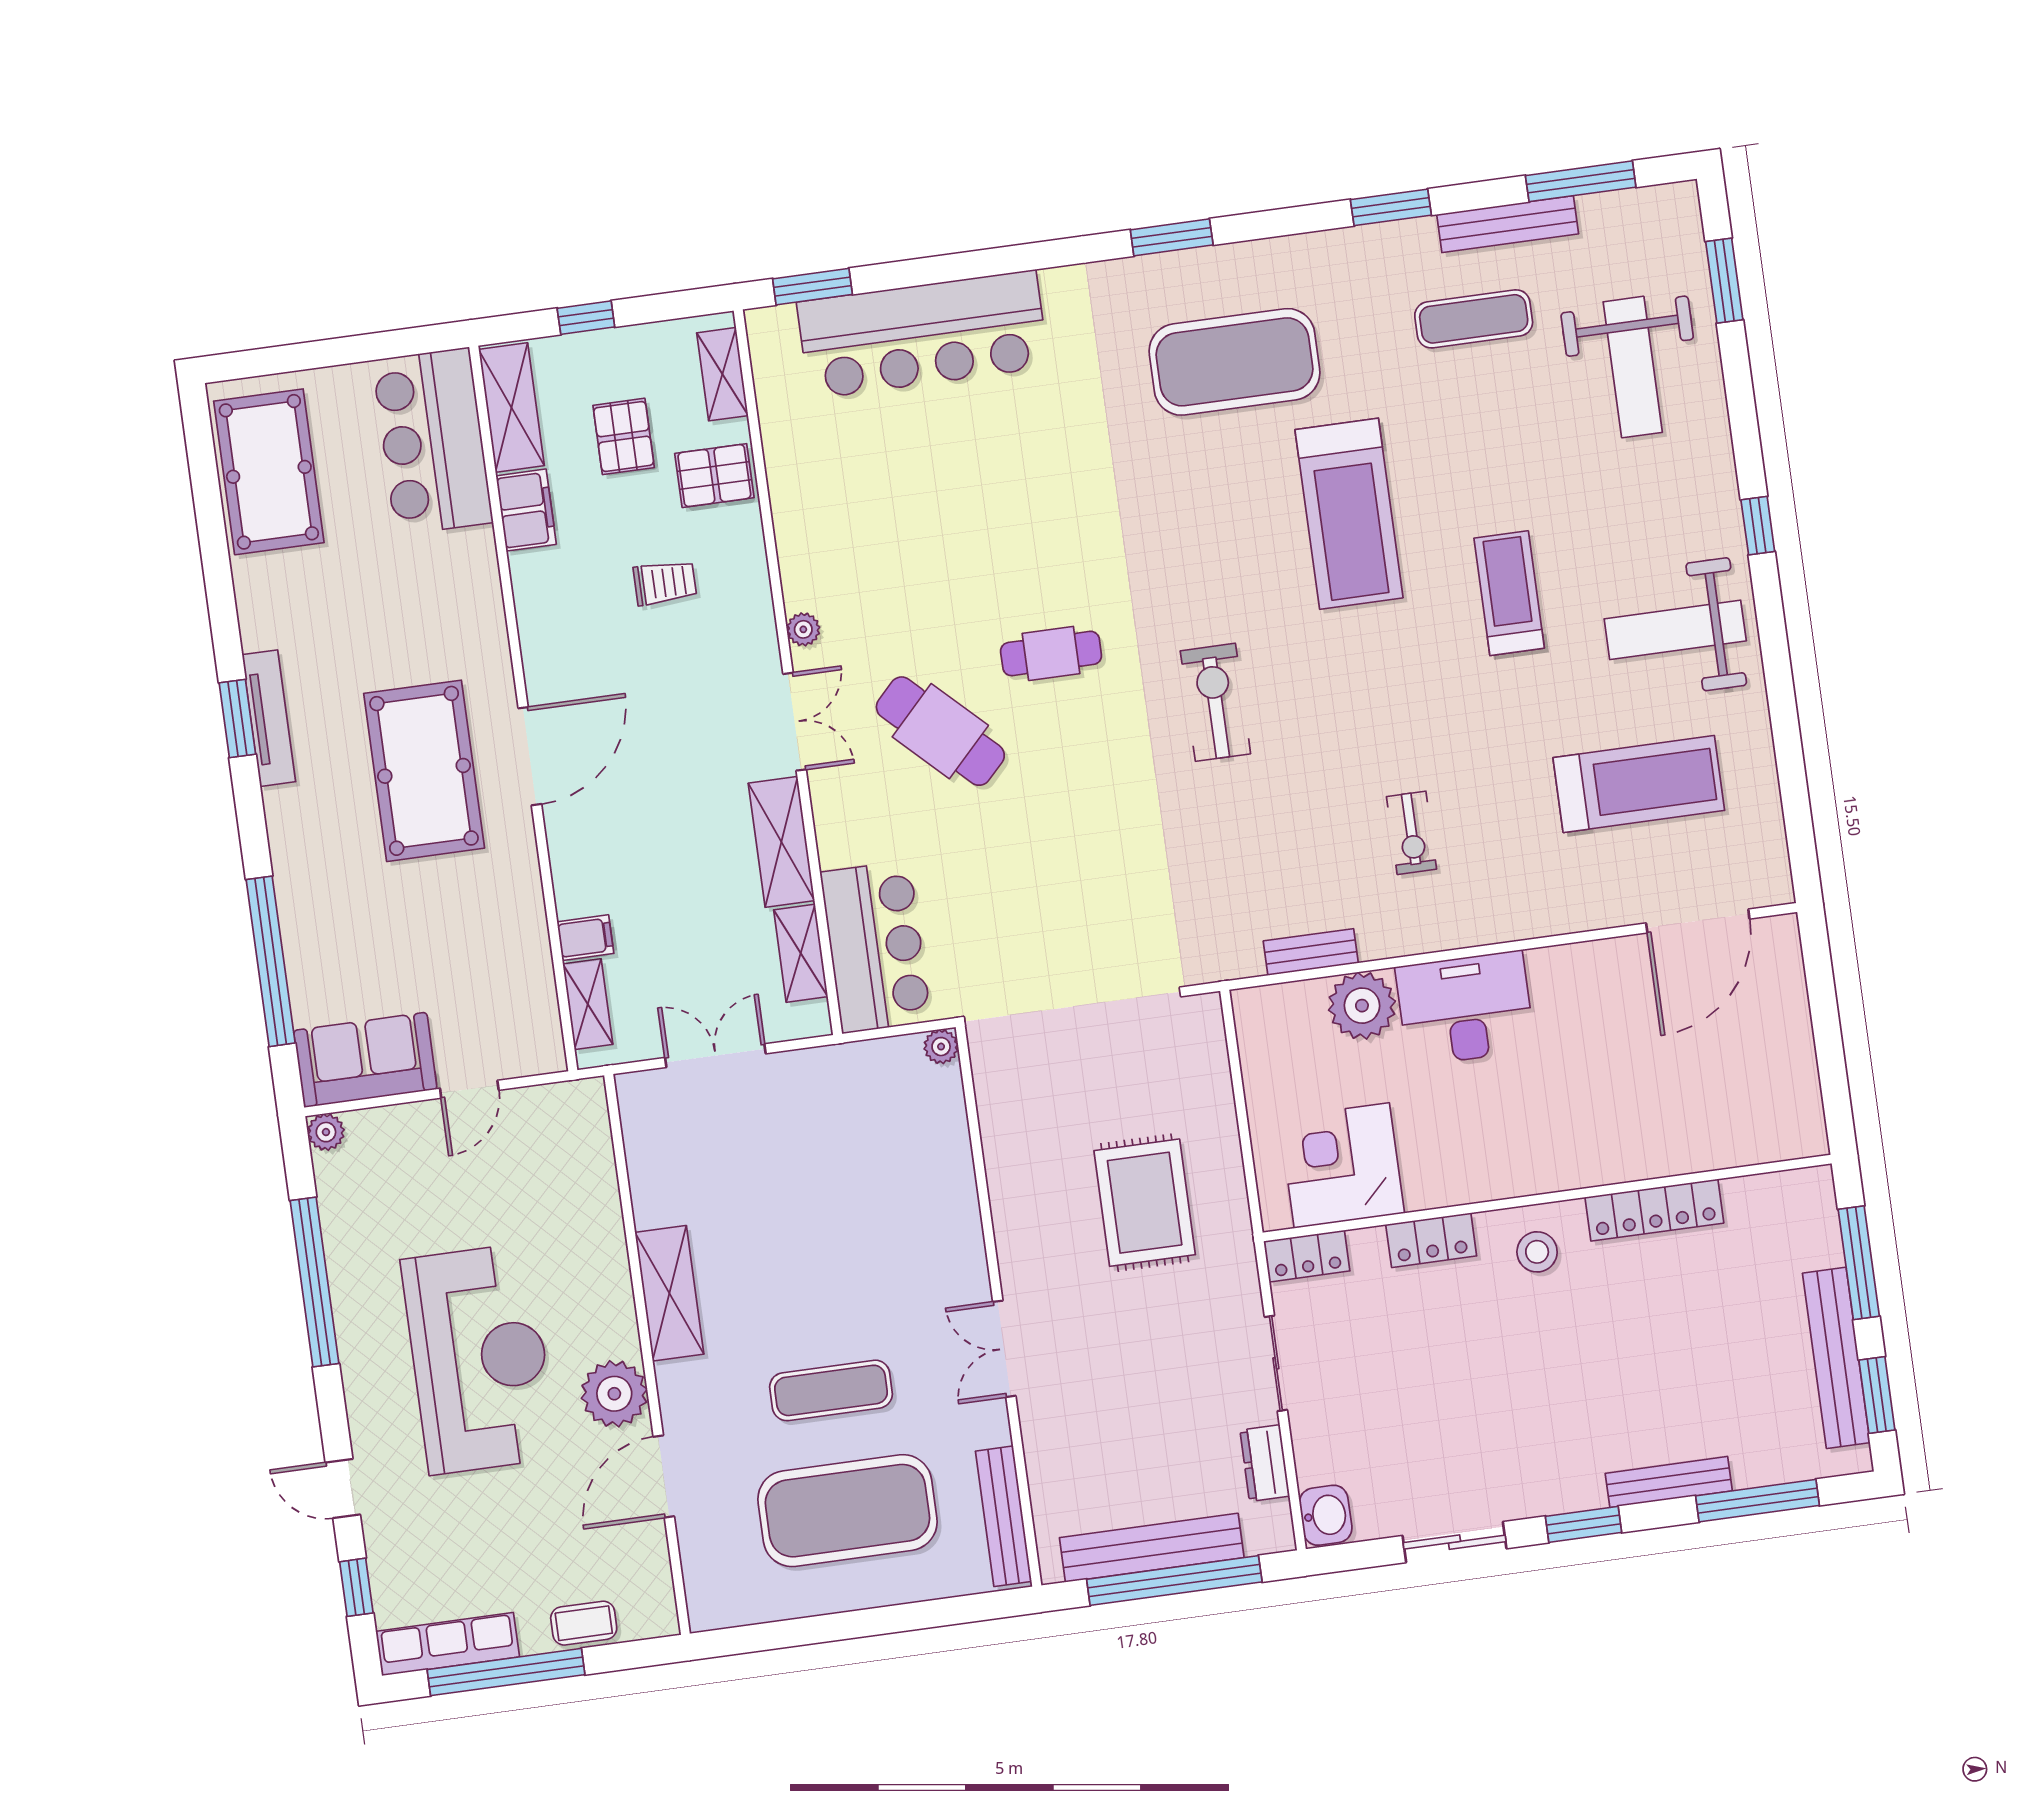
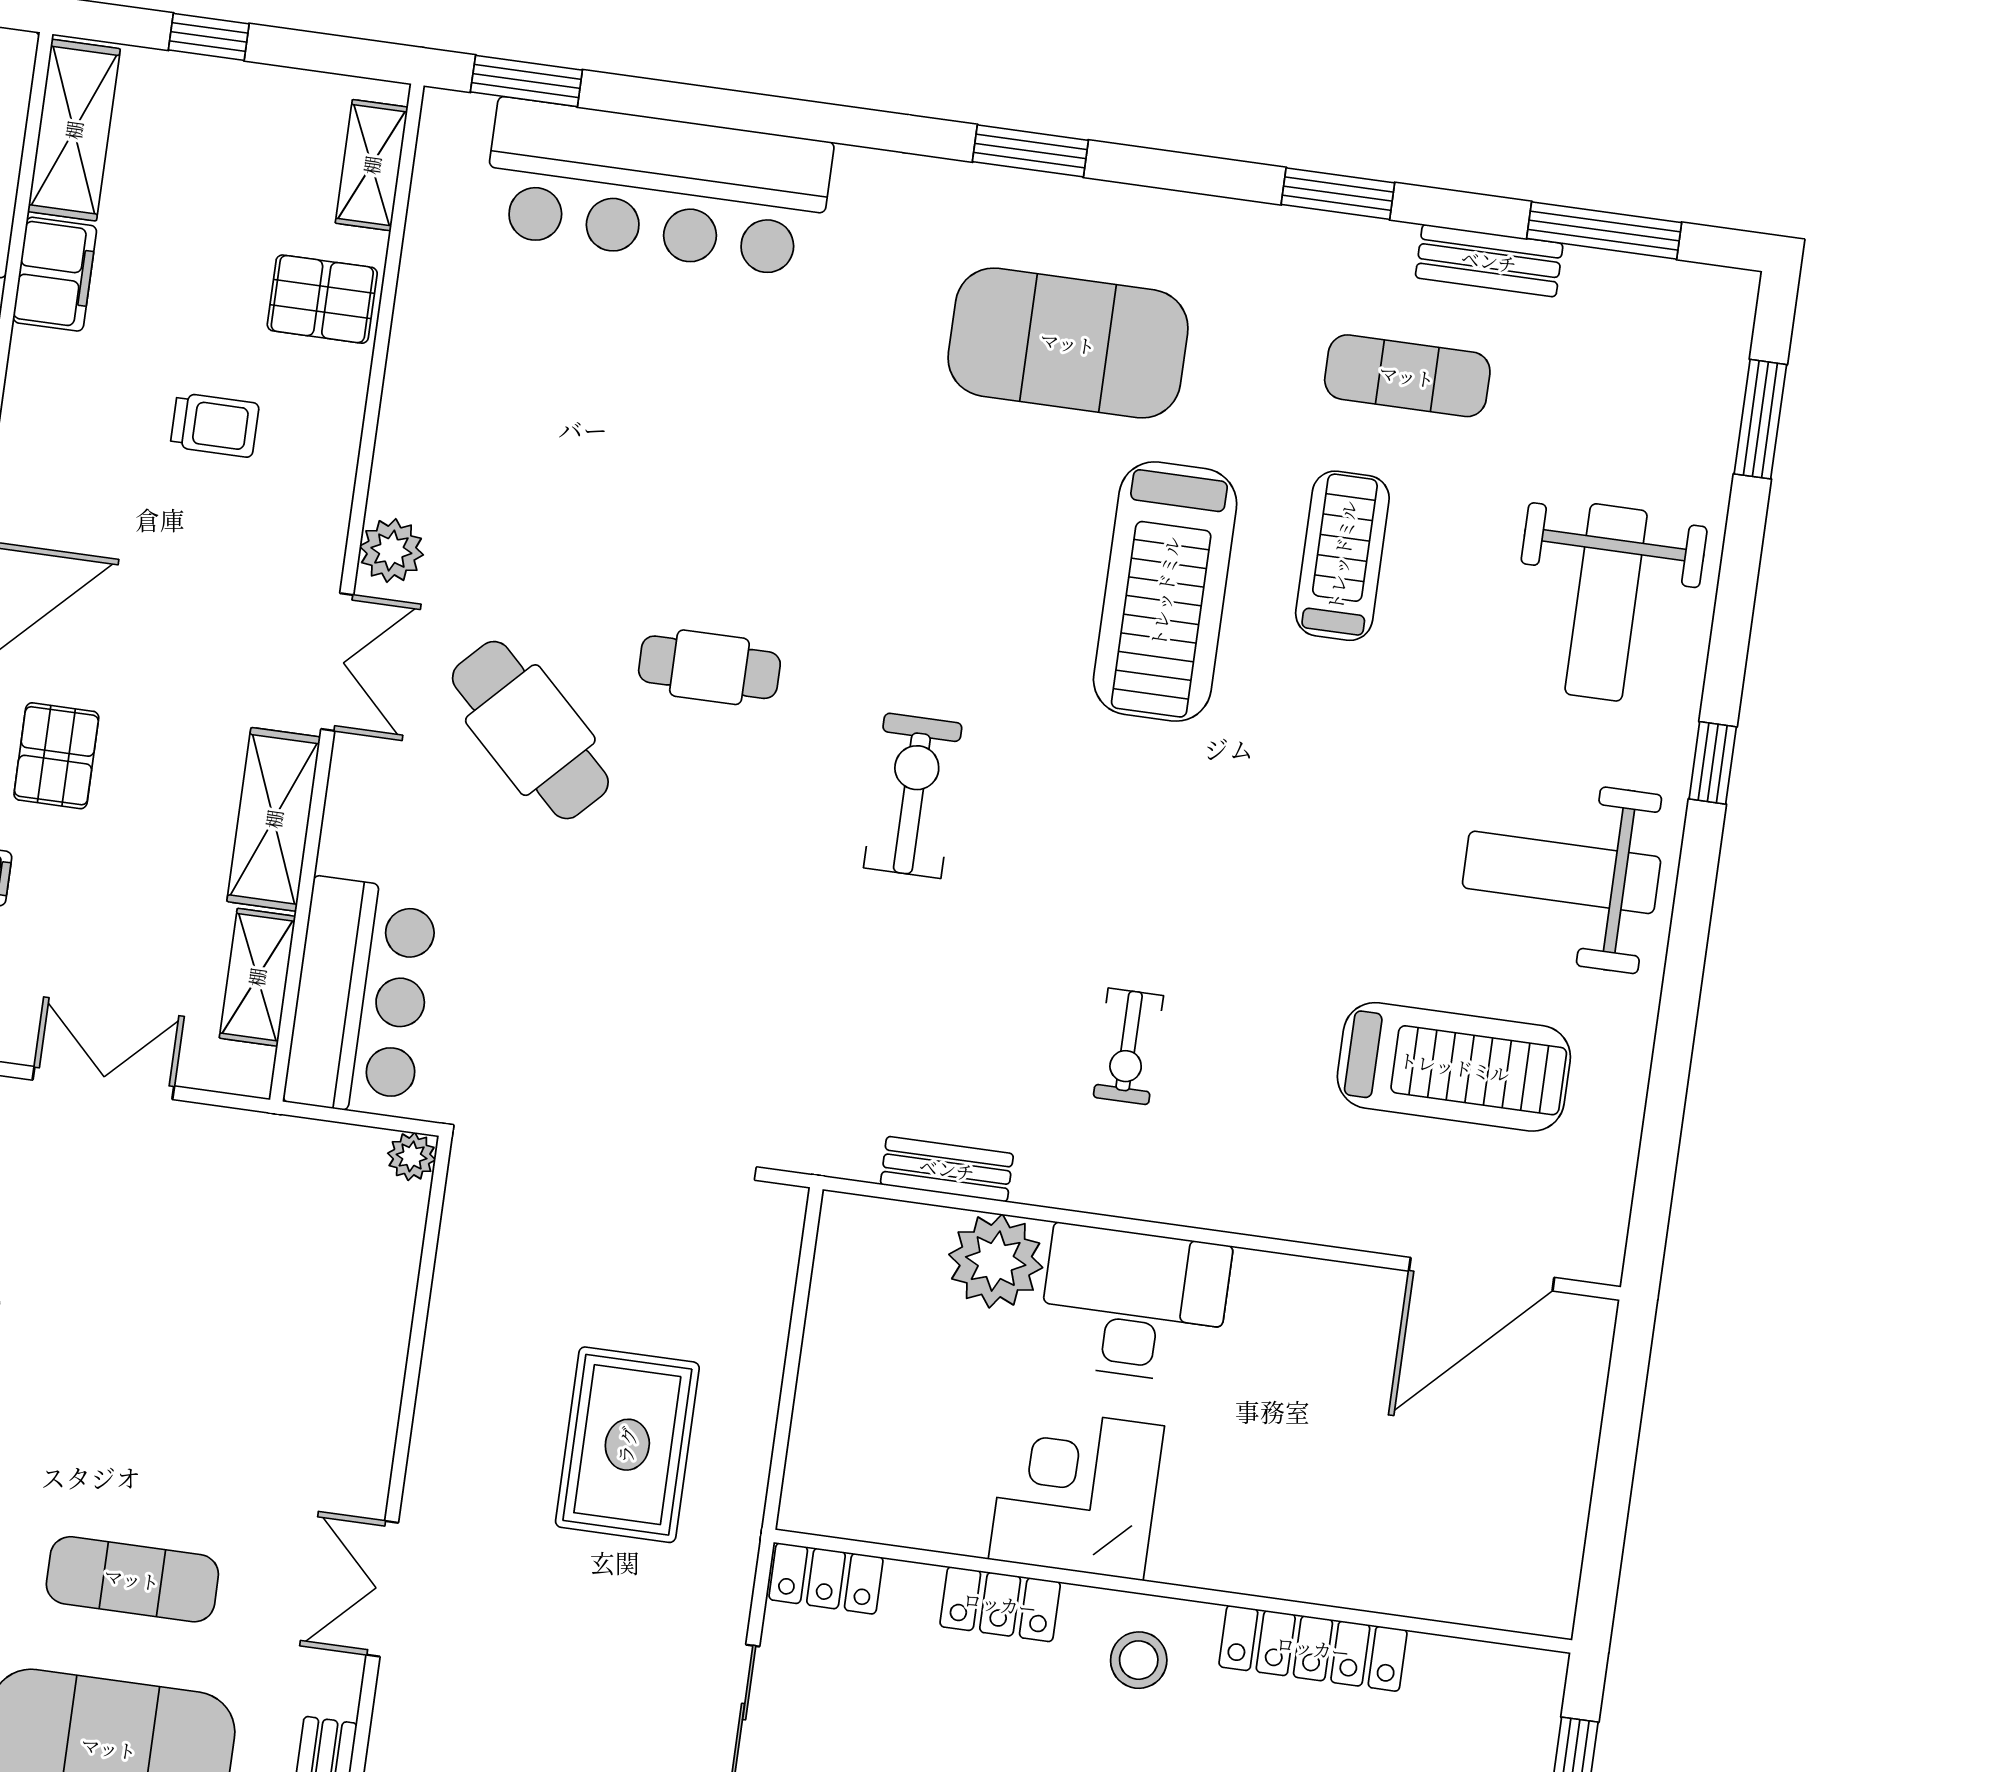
bench: (1508, 224) -> (1489, 261), width x0.73
weight bench: (1633, 367) -> (1606, 602), moved
pallet: (624, 436) -> (56, 756), moved
treadmill: (1509, 593) -> (1342, 556), moved
plant: (803, 629) -> (391, 551), width x1.38, depth x1.38
corner desk: (1342, 1165) -> (1076, 1493), moved

